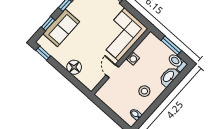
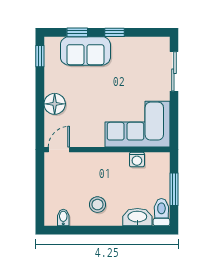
washing machine: (133, 58) -> (137, 160), moved
door: (112, 71) -> (59, 150), moved

